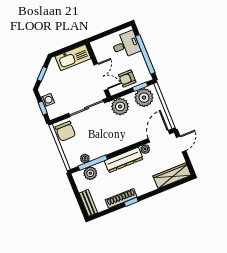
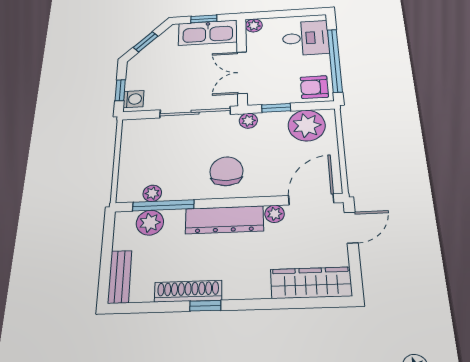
plant: (96, 45) -> (254, 25), added
window: (67, 49) -> (204, 19), added
double door: (101, 77) -> (242, 73), swing flipped
armchair: (127, 78) -> (314, 87), moved
window: (140, 87) -> (276, 108), moved
washing machine: (48, 100) -> (133, 99), moved
plant: (120, 106) -> (248, 121), width x0.53, depth x0.53
chair: (65, 131) -> (226, 171), moved, turned 180

